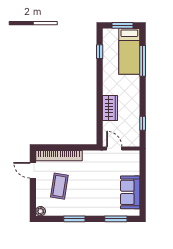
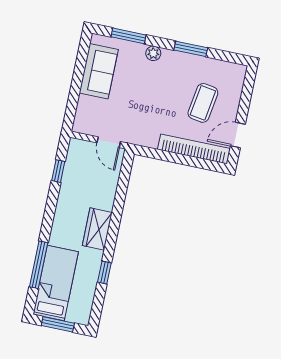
window: (100, 52) -> (104, 273), moved
wardrobe: (110, 108) -> (97, 229), moved
door: (33, 170) -> (238, 135), swing flipped
plant: (41, 211) -> (153, 53), moved

